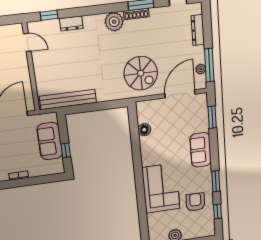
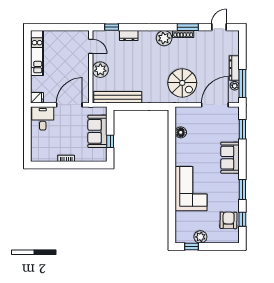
dresser: (198, 30) -> (234, 68), moved
plant: (43, 69) -> (100, 70), added
armchair: (195, 202) -> (228, 220), moved

